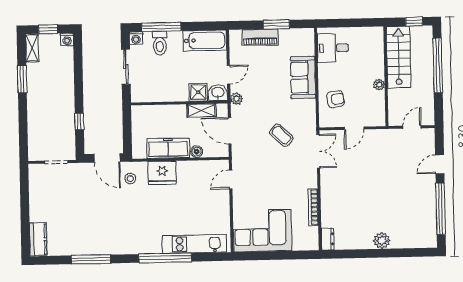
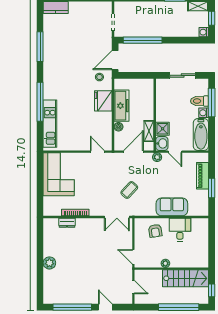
washing machine: (136, 38) -> (204, 113), moved
desk: (333, 48) -> (180, 230), moved
window: (79, 121) -> (143, 40), width x3.17
door: (354, 128) -> (133, 257), moved
dresser: (328, 239) -> (67, 223), moved

